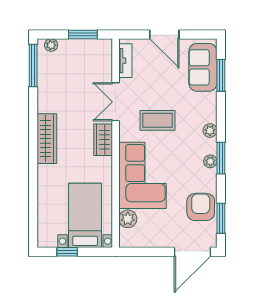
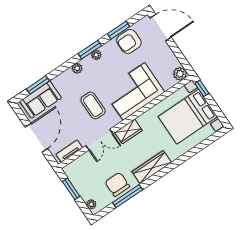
door: (164, 35) -> (36, 138), width x1.36
window: (33, 65) -> (128, 196), moved
chair: (54, 88) -> (117, 184), added
bed with nightstands: (85, 215) -> (188, 117), width x1.36
window: (221, 218) -> (119, 30), moved
plant: (128, 219) -> (180, 74), moved
window: (67, 252) -> (202, 88), moved

